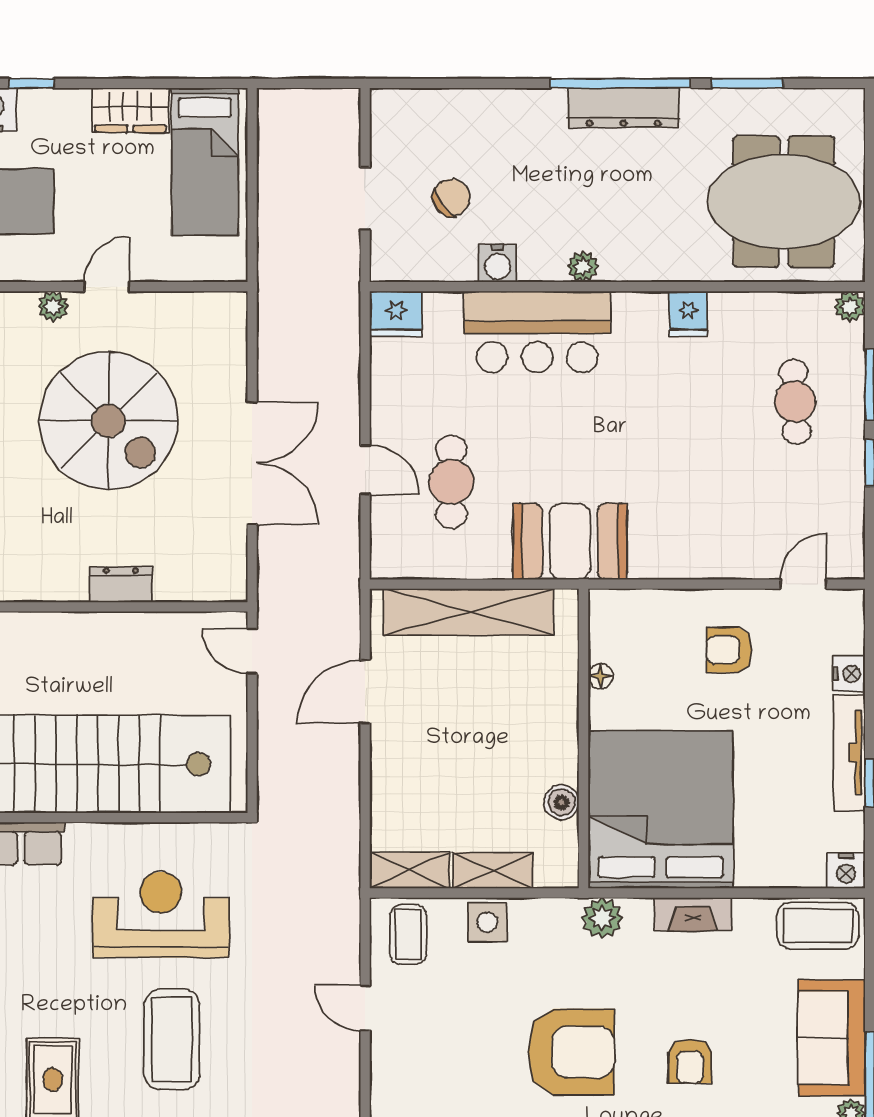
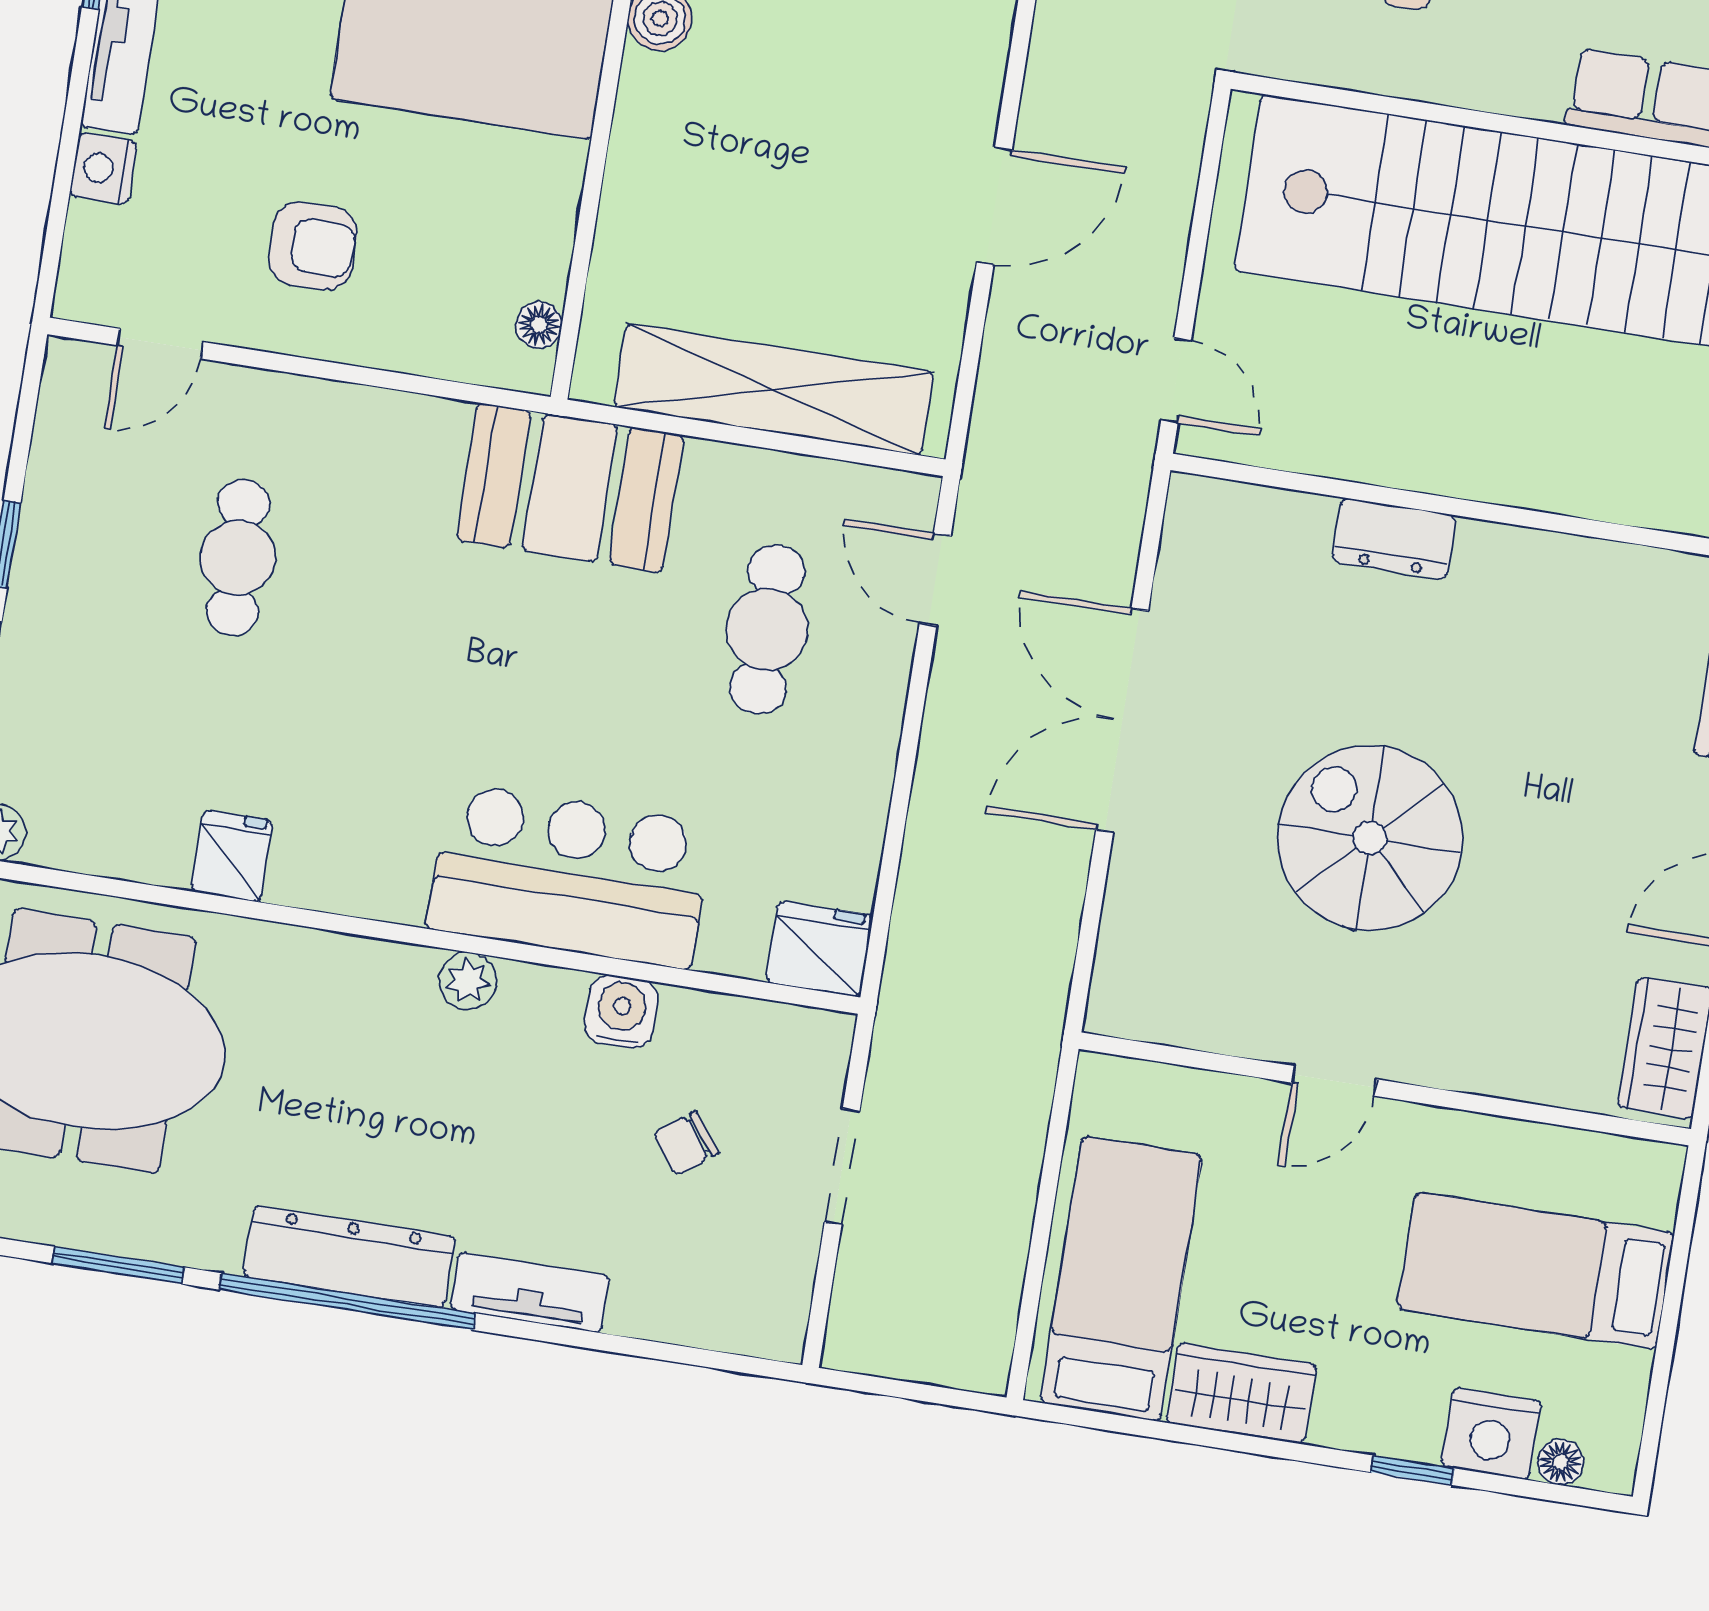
tv unit: (523, 104) -> (530, 1292), added
chair: (451, 198) -> (686, 1143), width x0.73, depth x0.73
plant: (53, 306) -> (1437, 1061), removed
fridge: (688, 314) -> (232, 856), moved
cafe table: (795, 402) -> (238, 557), moved
spiral stairs: (108, 421) -> (1370, 838), width x0.73, depth x0.73
door: (365, 470) -> (935, 580), moved
floor lamp: (601, 676) -> (539, 325), moved
door: (365, 692) -> (994, 206), moved

